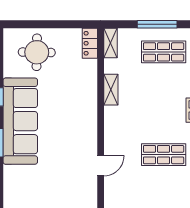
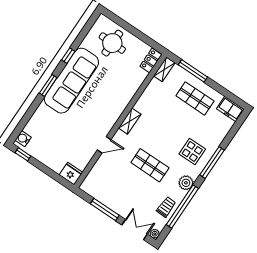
window: (157, 24) -> (193, 71), moved
shelving: (111, 90) -> (130, 121), moved

